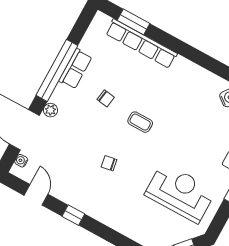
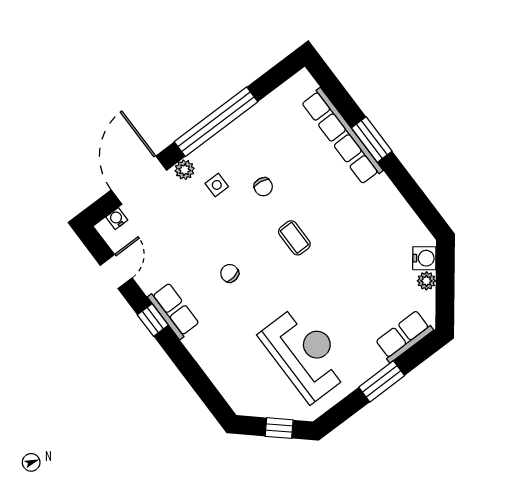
window: (134, 22) -> (372, 139), moved
row of seats: (75, 69) -> (174, 311), moved, turned -90
side table: (75, 111) -> (217, 185), added

